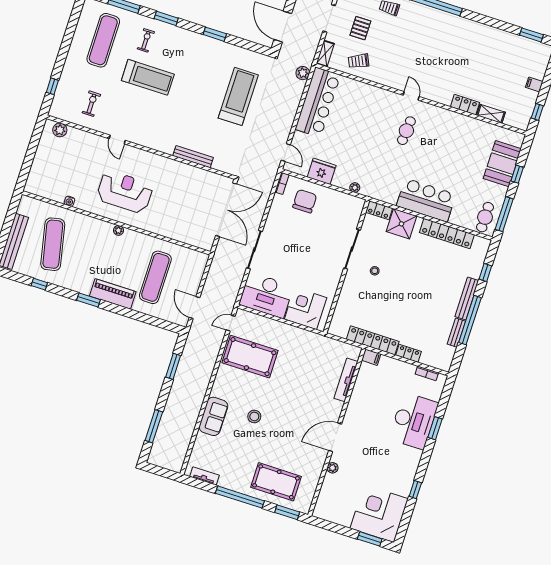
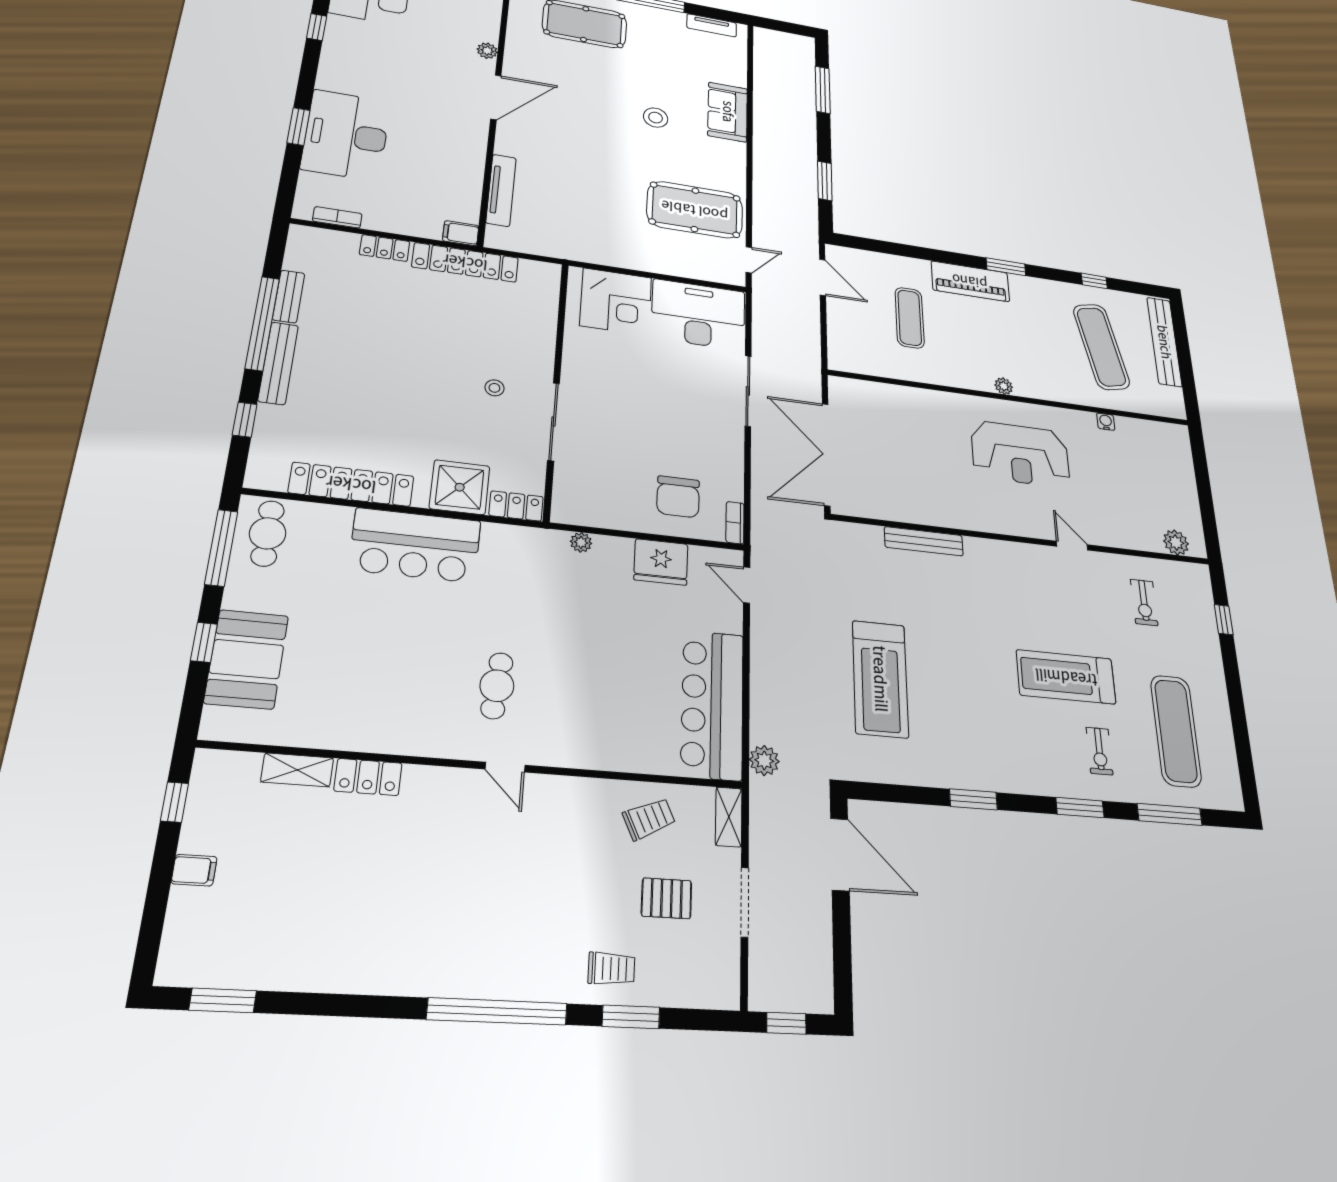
pallet: (360, 28) -> (666, 898), turned 90
exercise mat: (155, 277) -> (910, 318), width x0.73, depth x0.69

